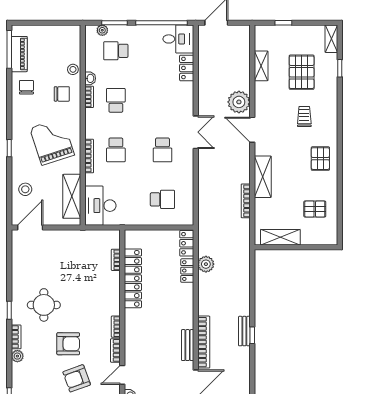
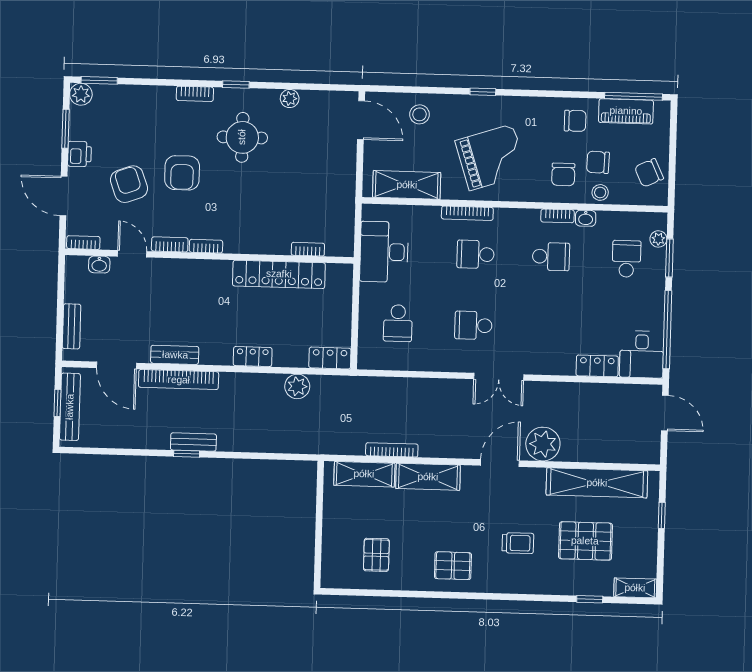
chair: (59, 38) -> (649, 173), added
shelving: (261, 66) -> (597, 483), width x2.20, depth x1.33
chair: (53, 71) -> (598, 162), added
desk: (100, 206) -> (384, 252), moved, turned -90
shelving: (280, 237) -> (364, 474), moved, turned 90
locker: (187, 271) -> (253, 357), moved
plant: (17, 356) -> (290, 99), moved

